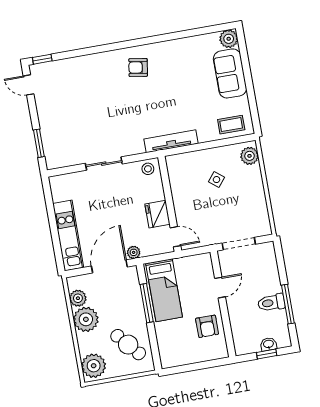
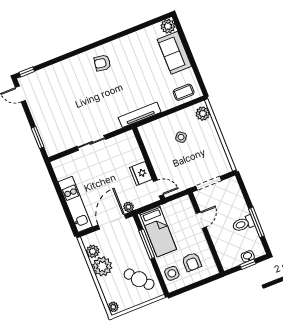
stool: (148, 169) -> (126, 140), removed
armchair: (207, 326) -> (192, 262), moved
side table: (170, 346) -> (172, 273), added
plant: (94, 366) -> (113, 307), width x0.53, depth x0.53

